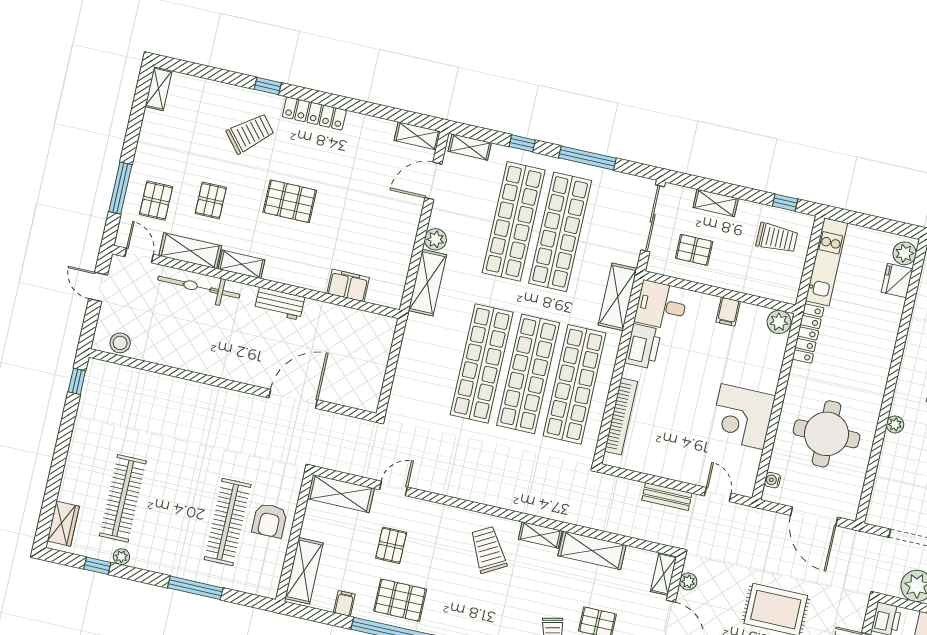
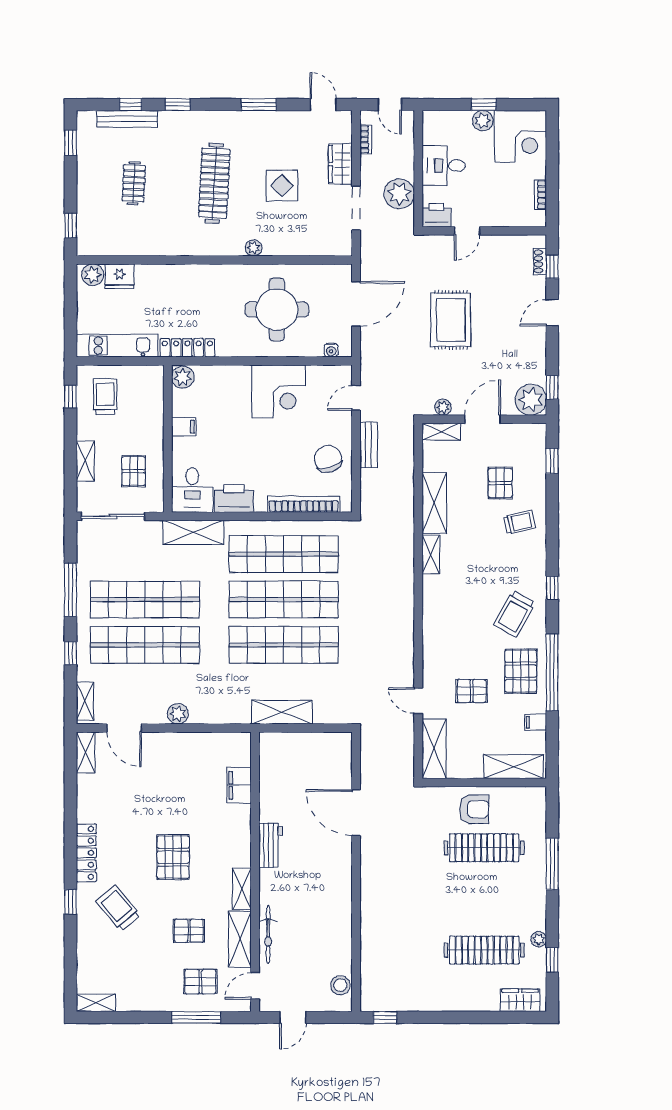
shelving: (427, 283) -> (282, 712), moved
bicycle: (199, 287) -> (268, 935), width x0.73, depth x0.71
chair: (662, 452) -> (328, 459), added
trolley: (488, 550) -> (514, 614), moved, turned -32

